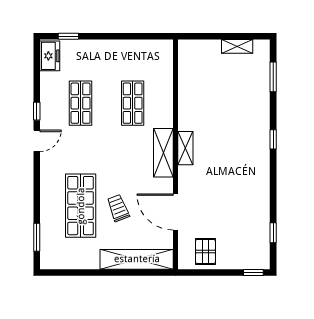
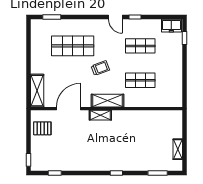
shelving: (185, 148) -> (100, 115), moved
trolley: (118, 208) -> (100, 68), moved
shelving: (137, 259) -> (37, 91), width x0.68

